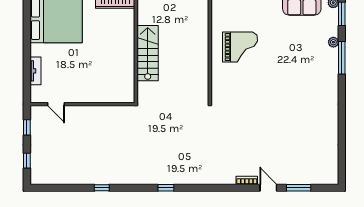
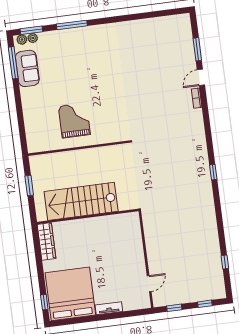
plant: (333, 42) -> (33, 38), moved
stairs: (148, 53) -> (81, 201), width x1.36, depth x1.51
tv unit: (35, 71) -> (109, 308), moved
window: (102, 188) -> (225, 262), moved

